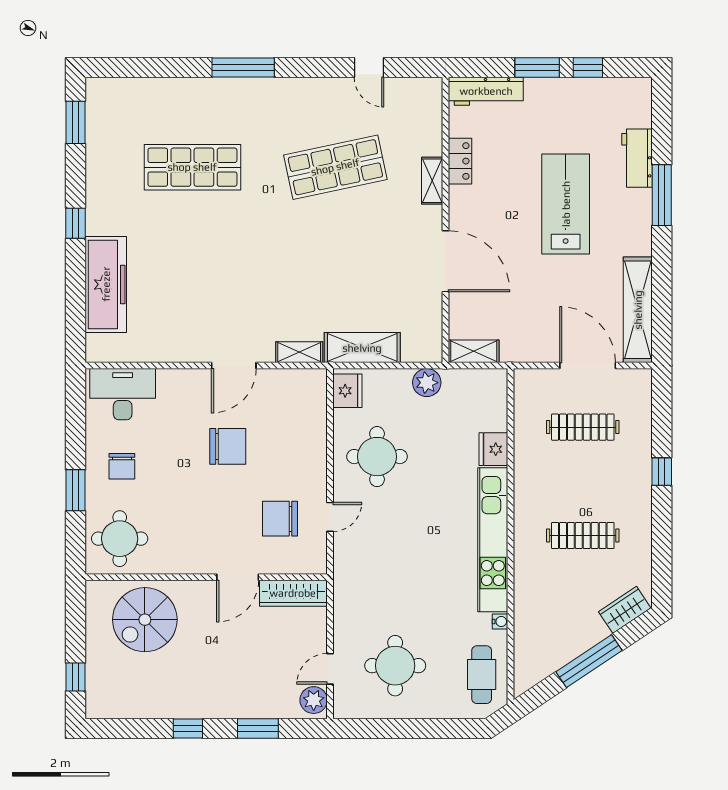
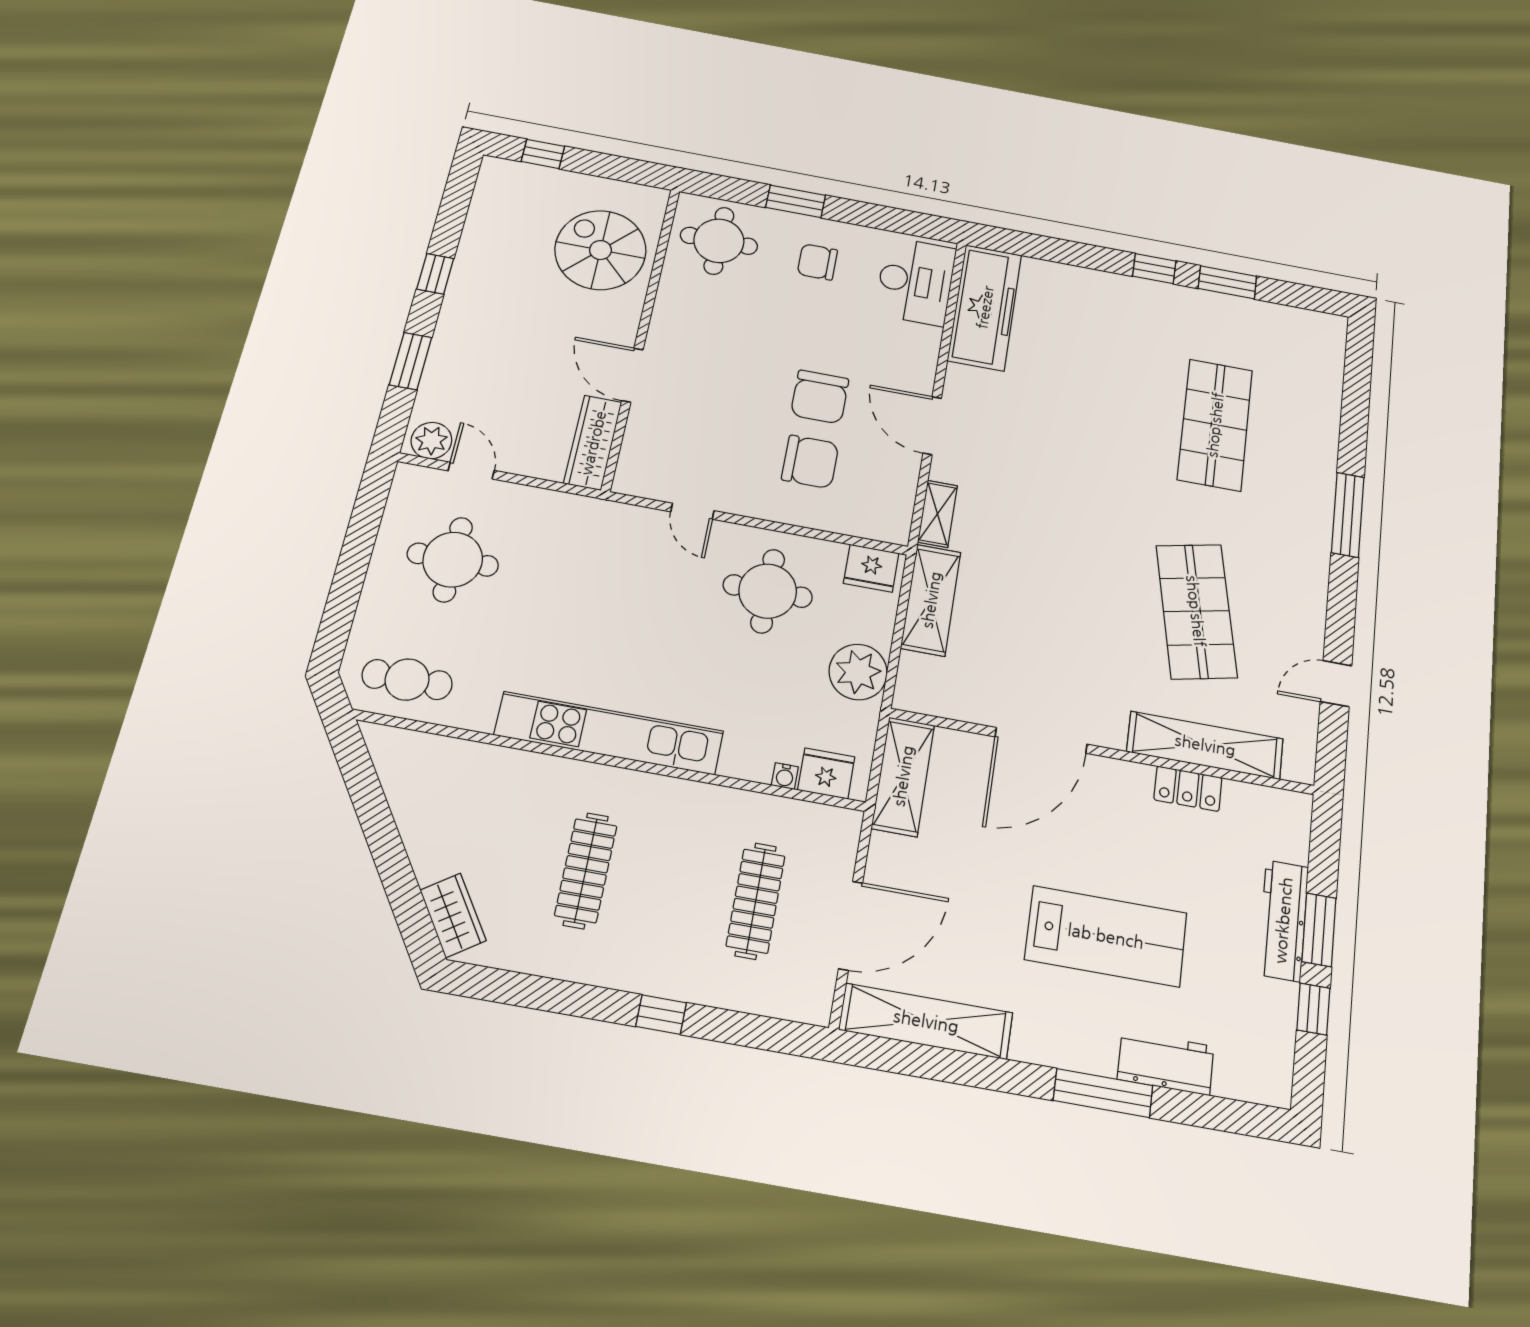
workbench: (486, 91) -> (1283, 920), moved
window: (75, 122) -> (1227, 282), moved
shelving: (432, 181) -> (1205, 745), width x2.20, depth x1.33
freezer: (106, 284) -> (985, 307), moved, turned -90
shelving: (474, 351) -> (903, 776), width x1.50, depth x1.33
plant: (427, 383) -> (858, 672), width x1.36, depth x1.36
fridge: (493, 449) -> (826, 773), moved
chair: (280, 519) -> (810, 462), moved, turned 90
water cooler: (500, 622) -> (785, 776), moved
window: (589, 661) -> (386, 845), removed

